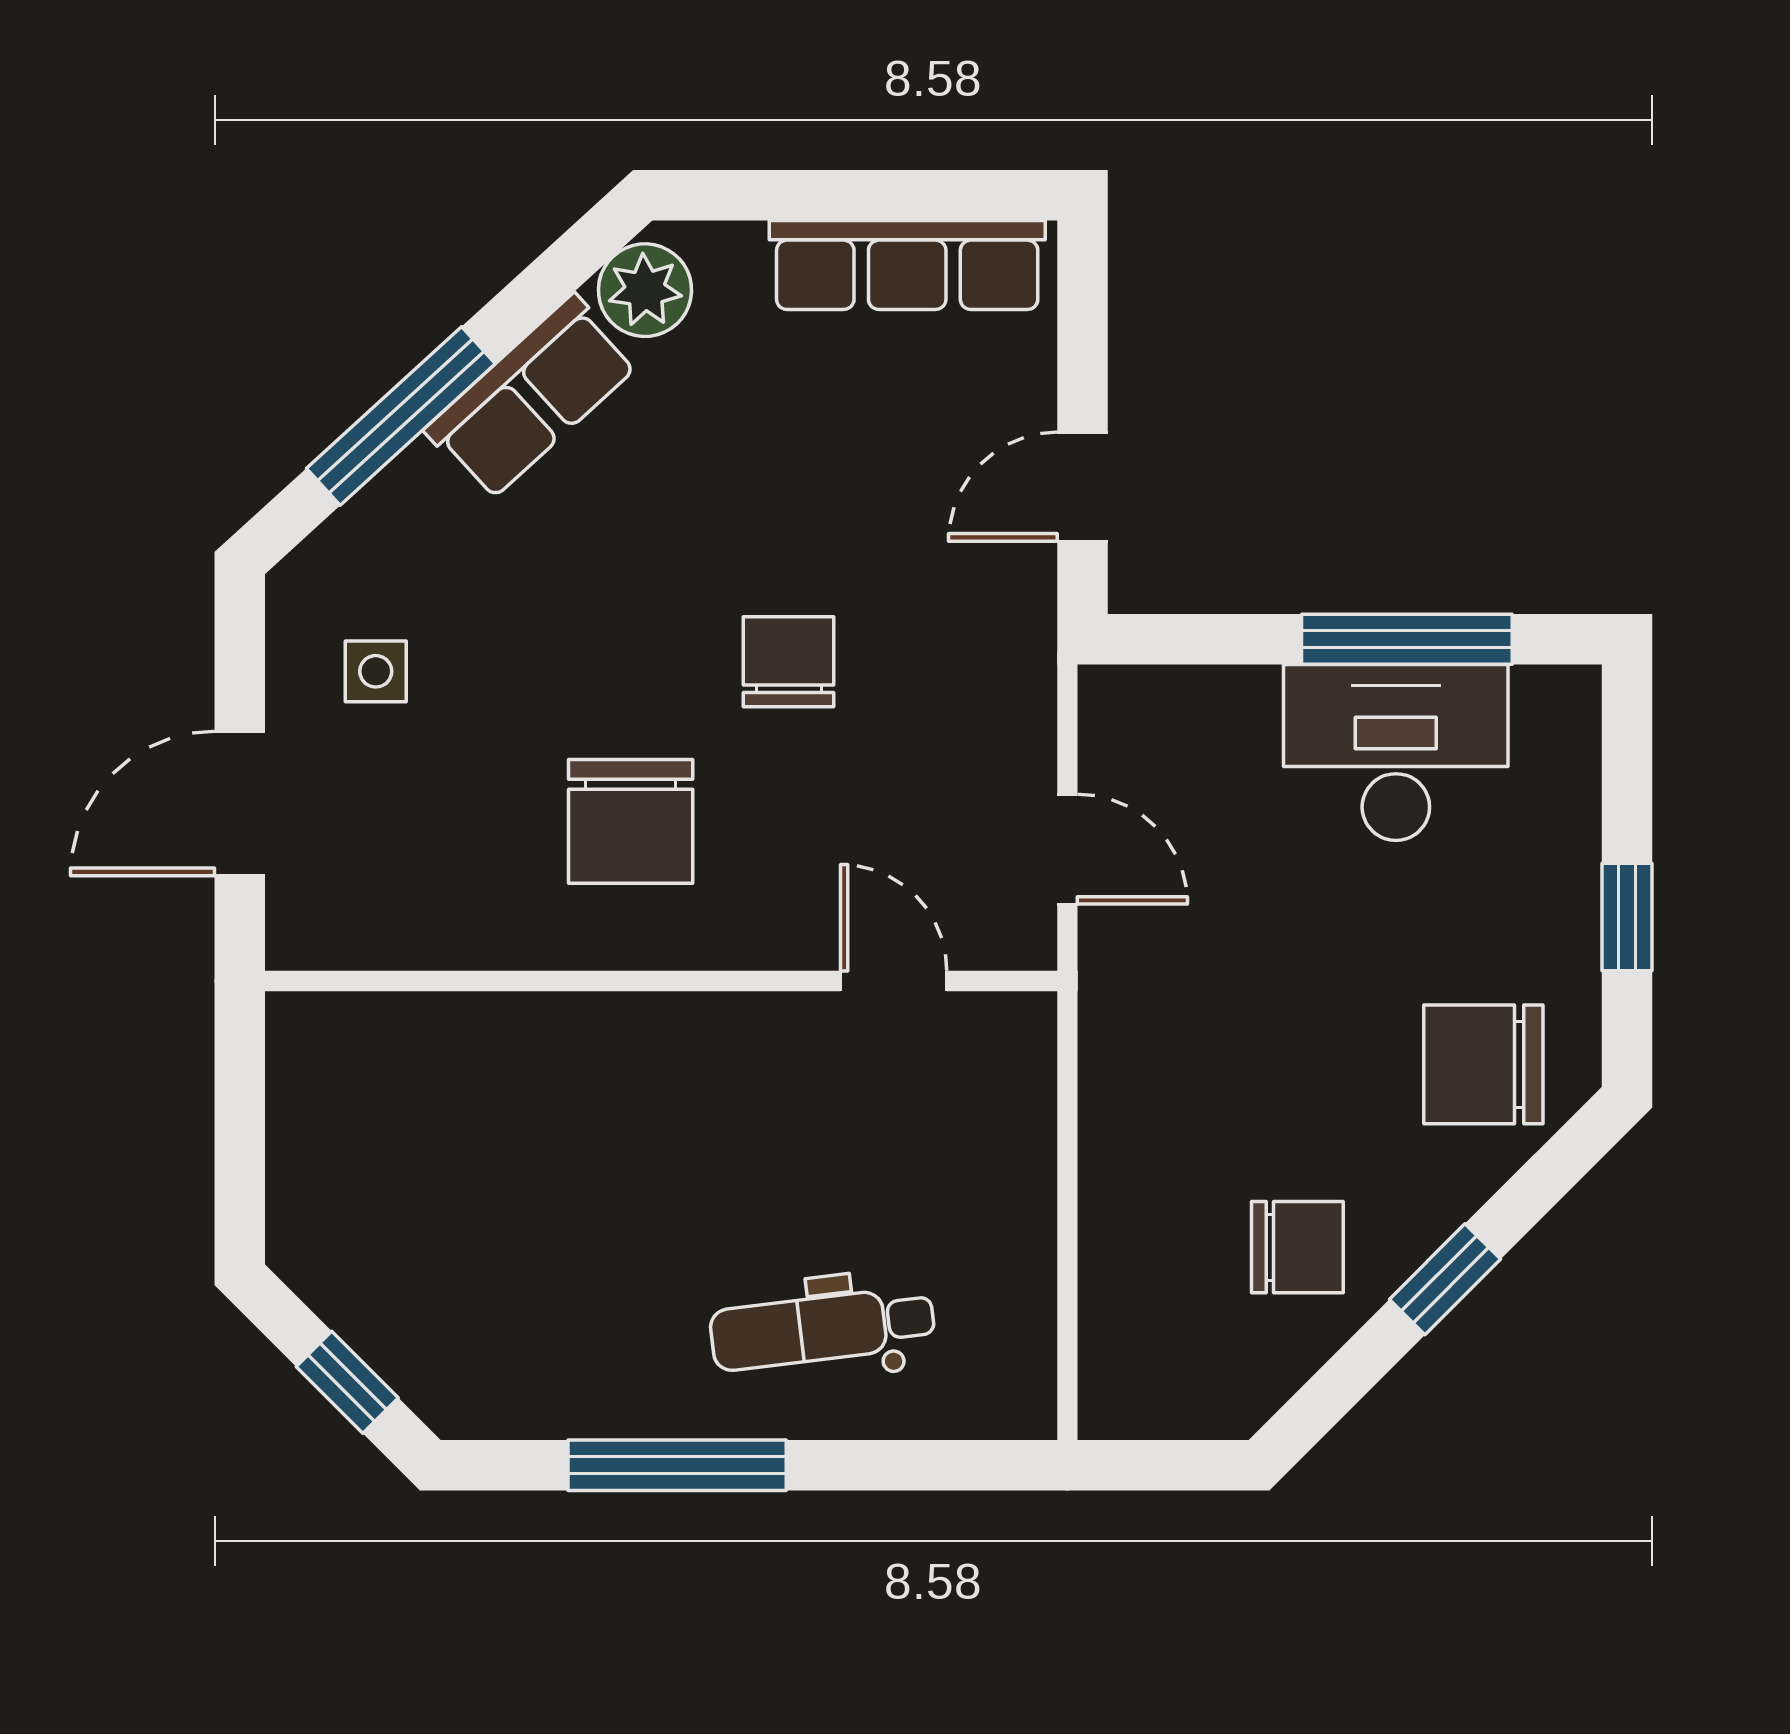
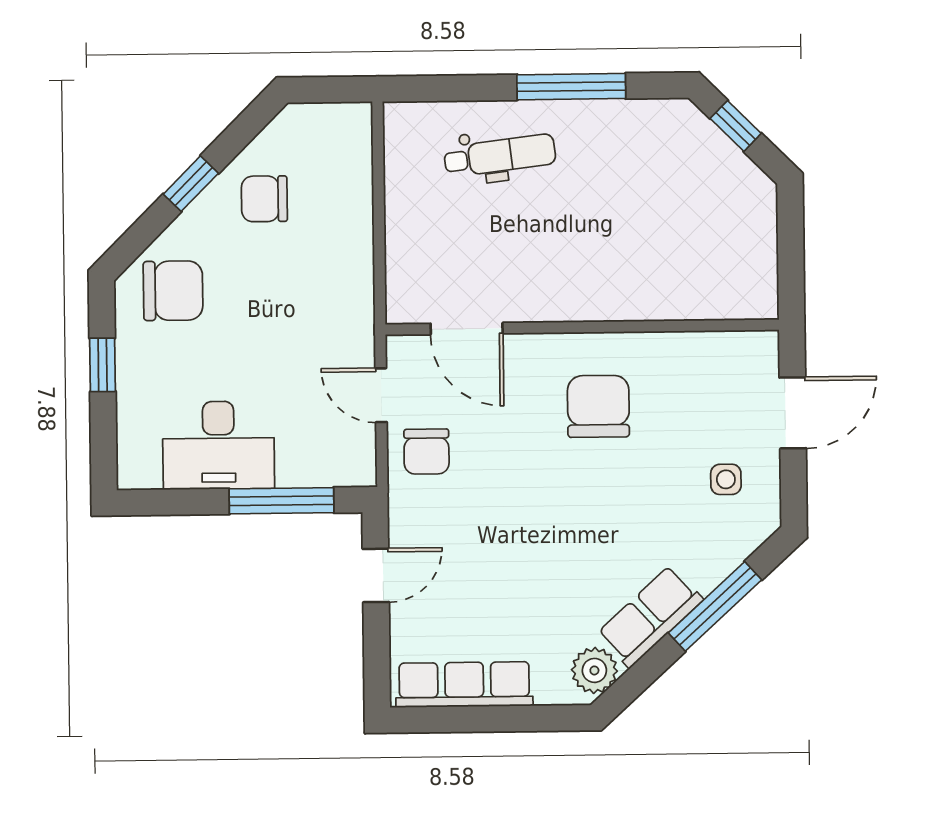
window: (1407, 639) -> (282, 501), moved
chair: (789, 662) -> (426, 452), moved
door: (894, 981) -> (467, 329), width x1.38

